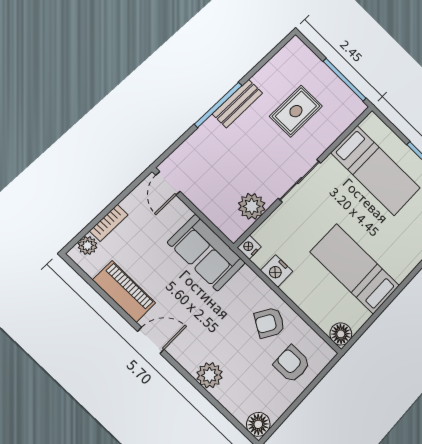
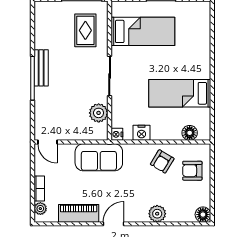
rug: (296, 111) -> (85, 30), moved
floor lamp: (341, 334) -> (190, 133), moved

